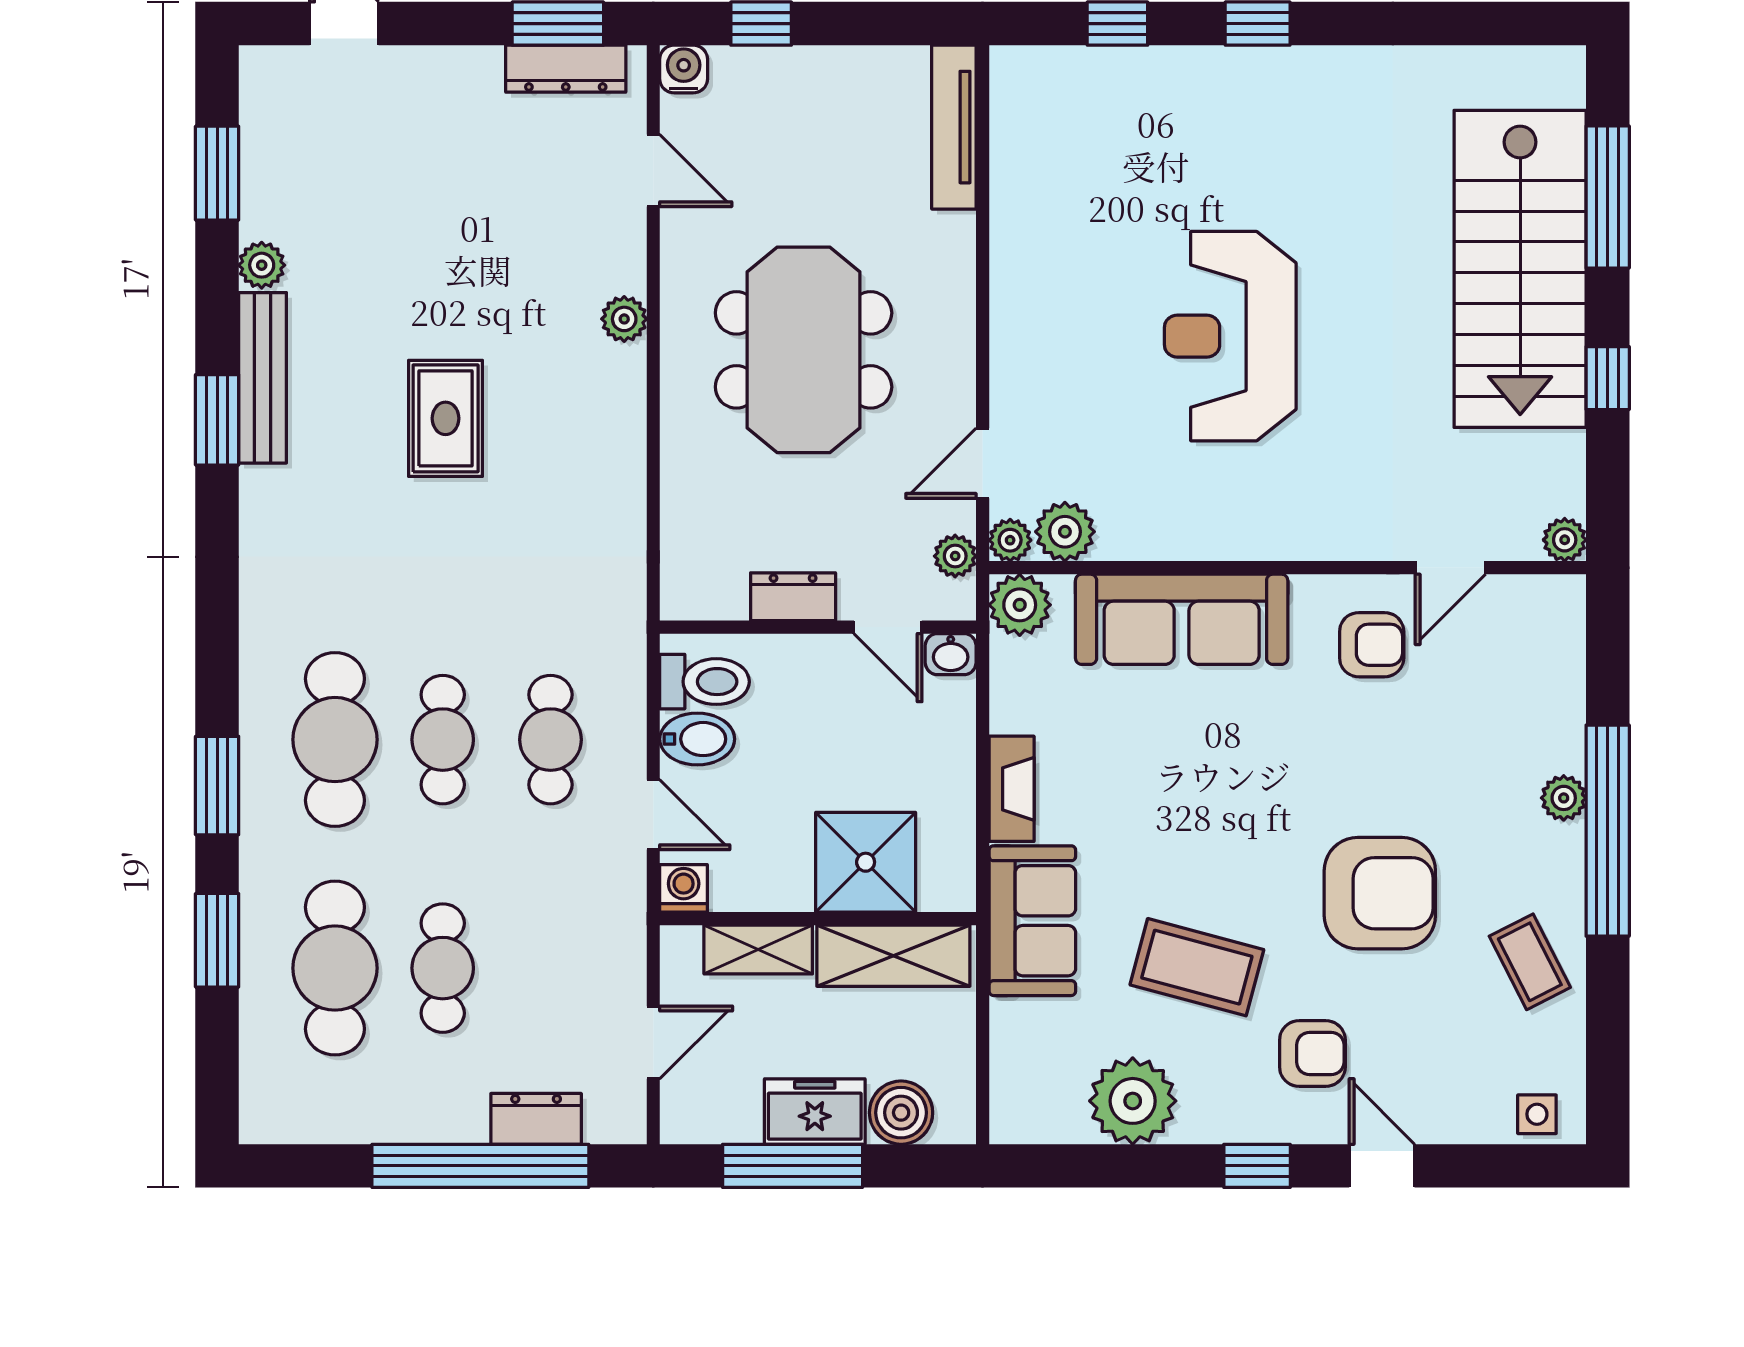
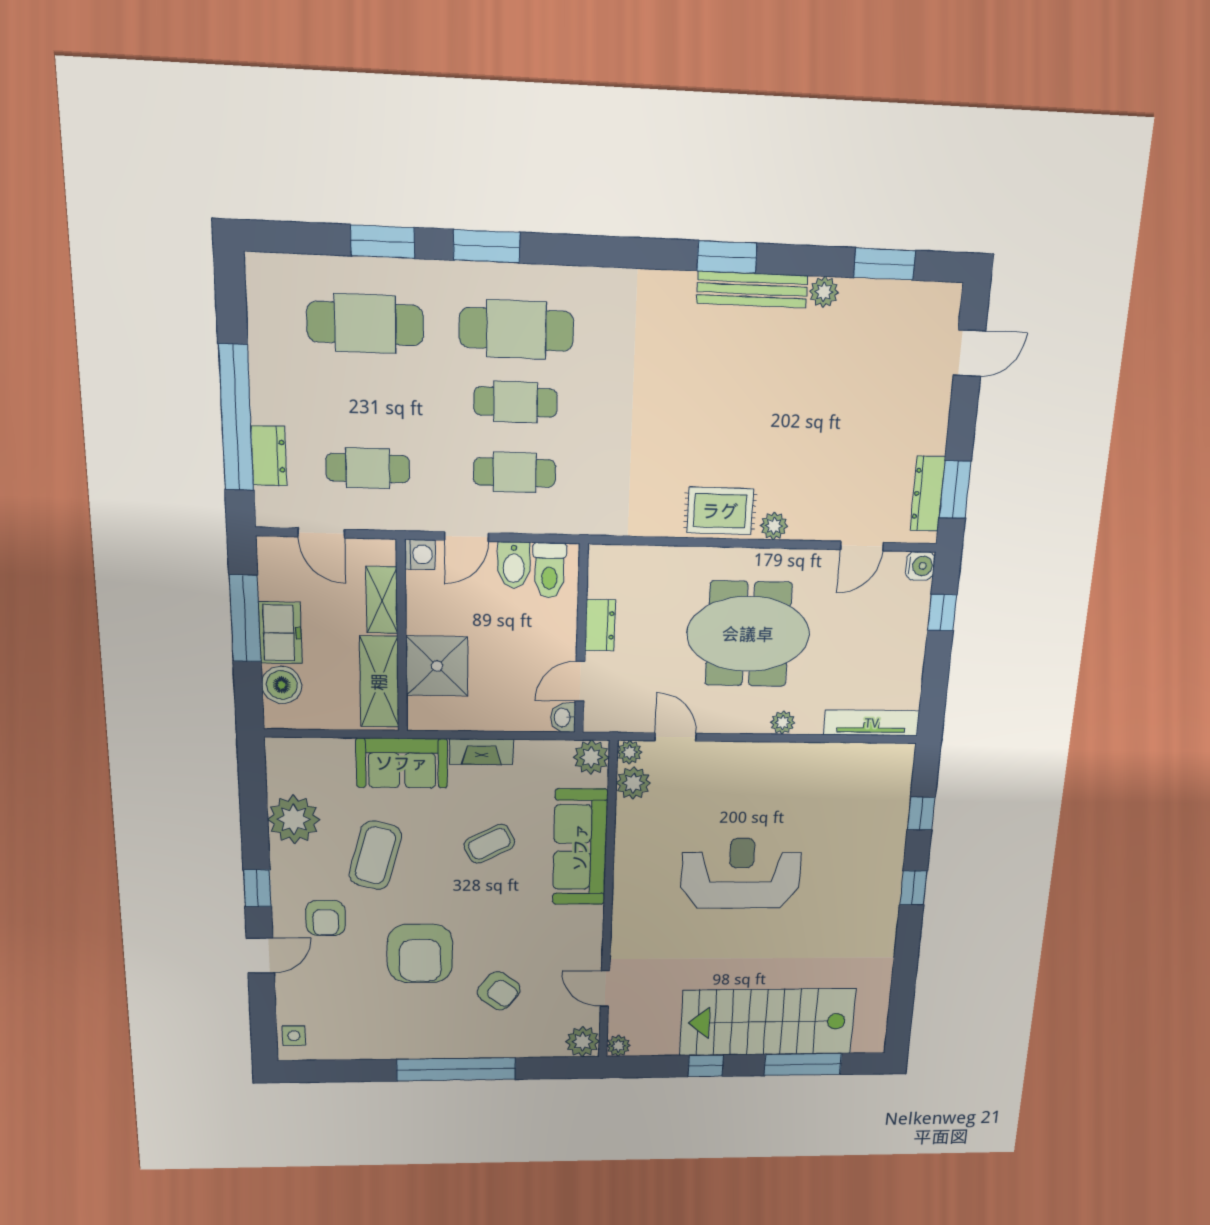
rug: (446, 418) -> (720, 511), moved
plant: (955, 556) -> (783, 723), moved
armchair: (1372, 645) -> (499, 991), moved, turned -53
plant: (1564, 798) -> (582, 1042), moved, width x1.38, depth x1.38
coffee table: (1530, 962) -> (489, 844), moved
cafe table: (443, 968) -> (368, 468), moved

